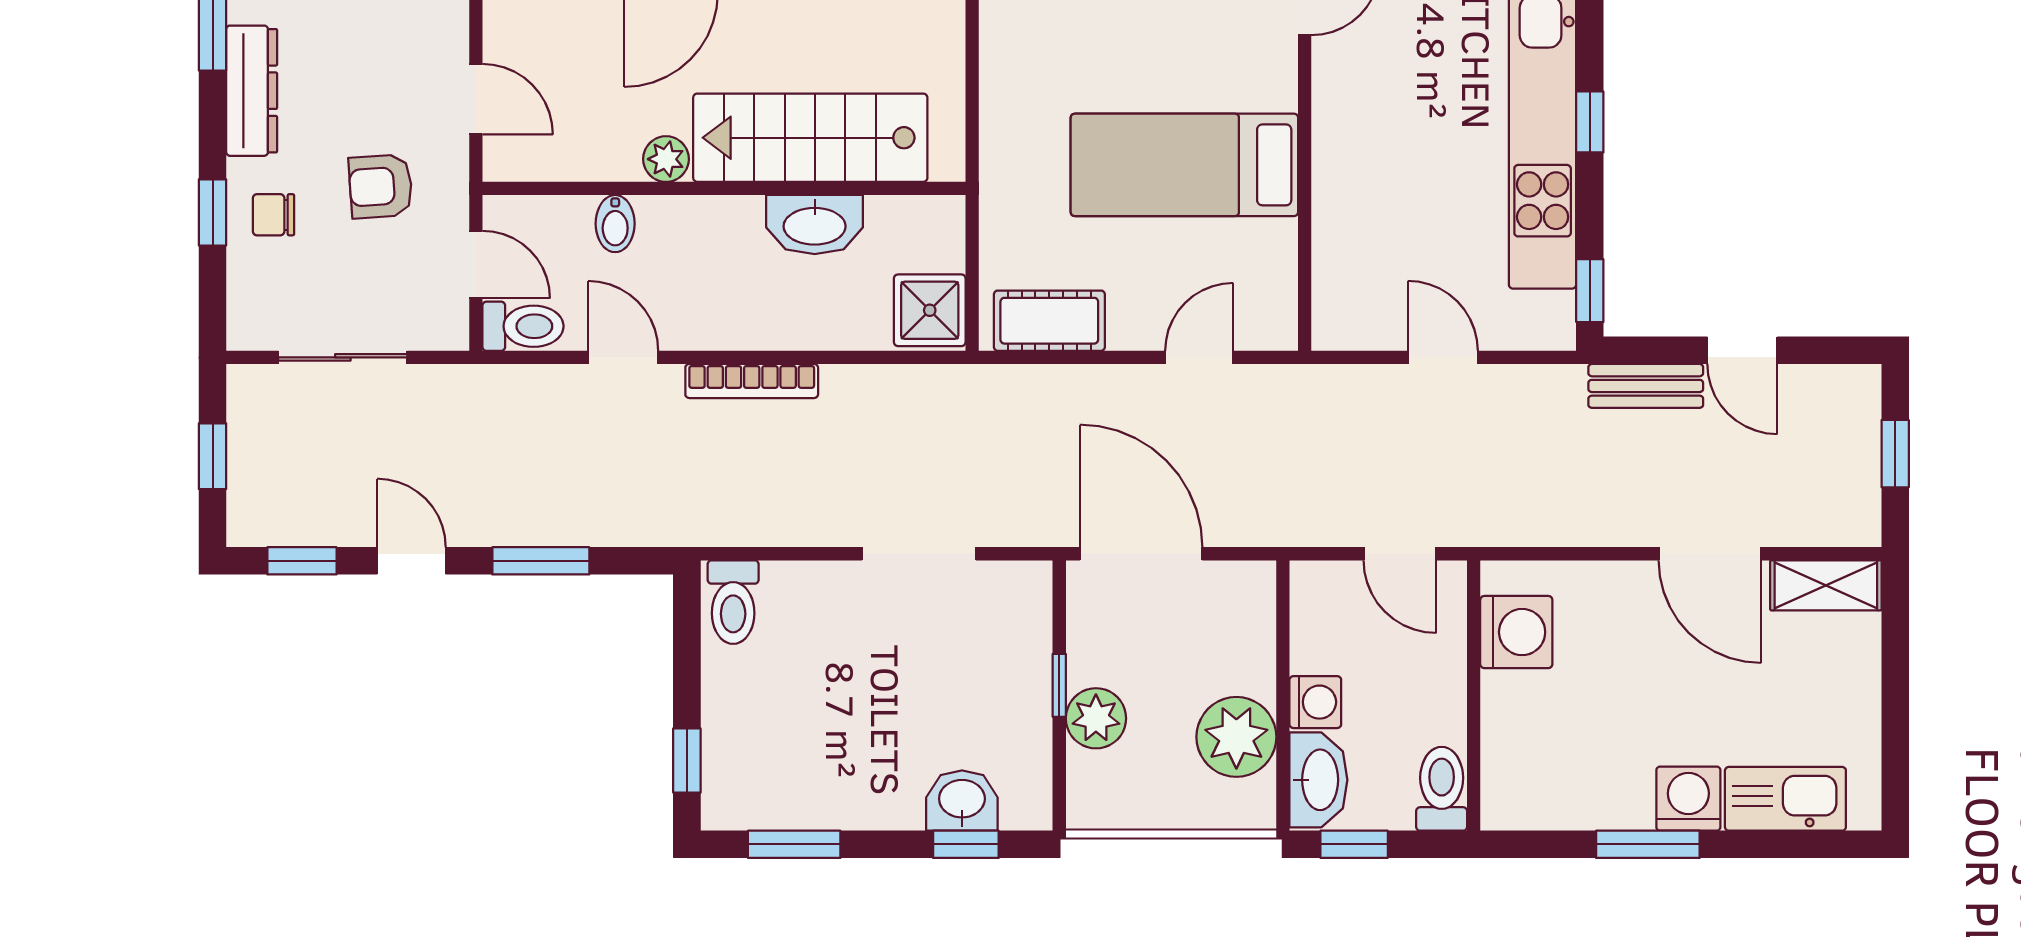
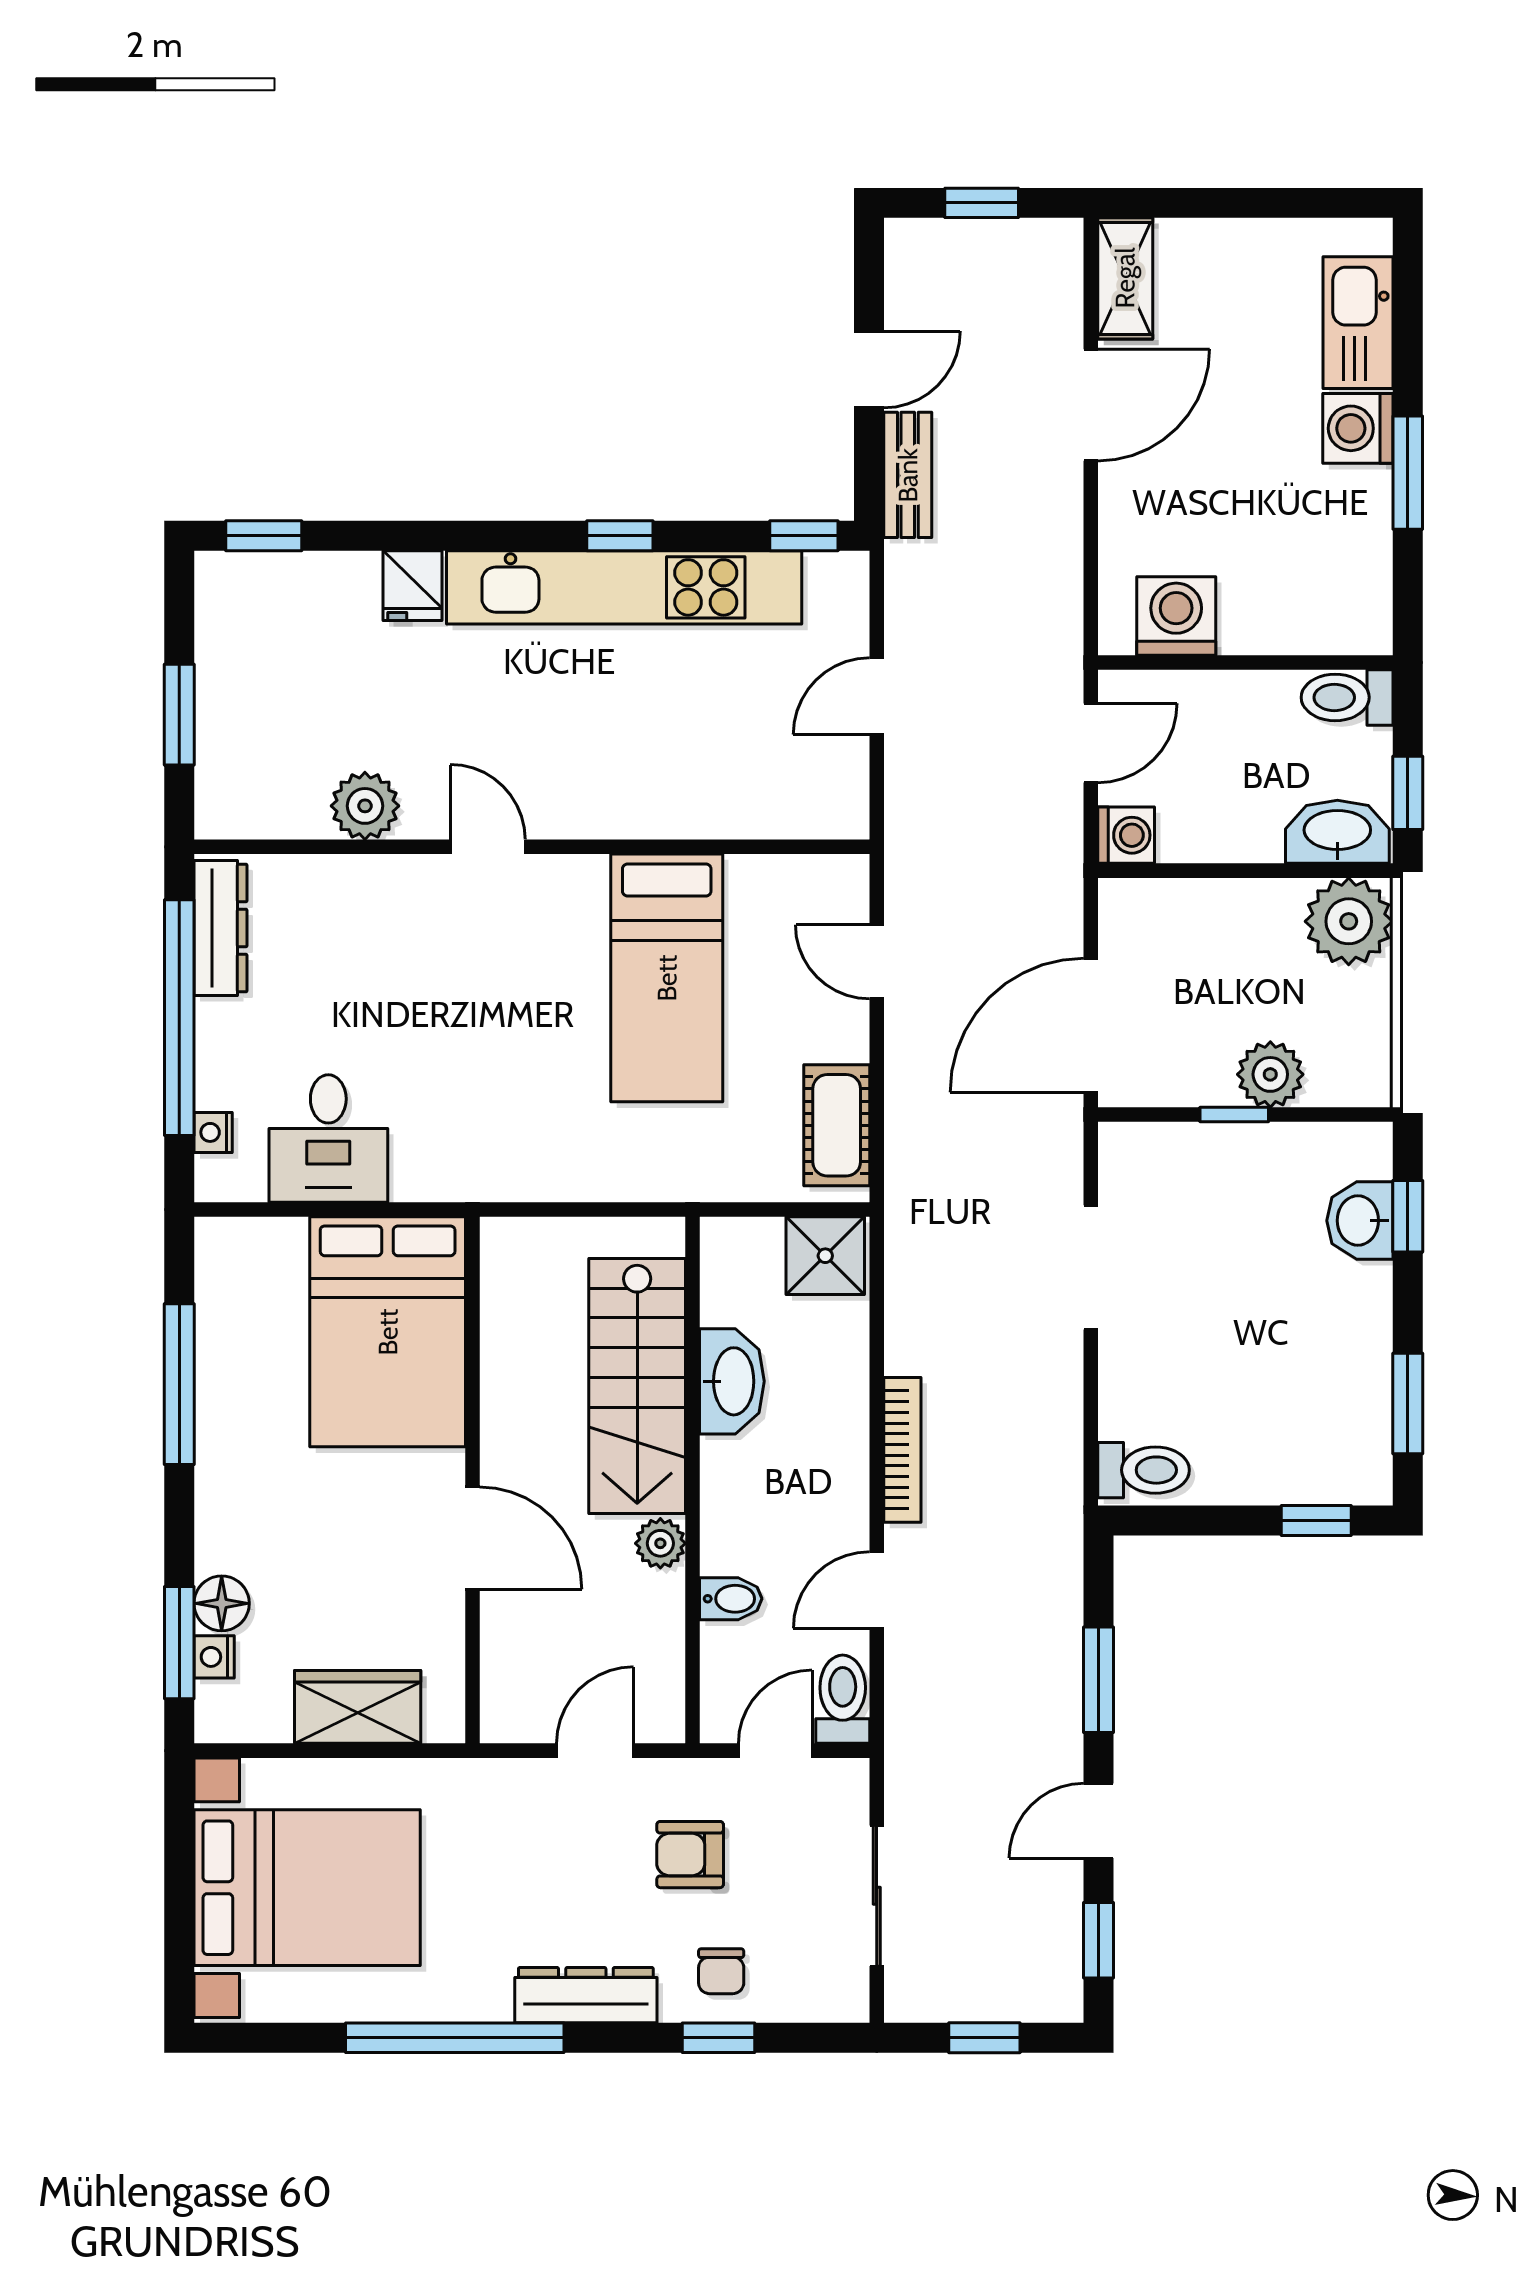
armchair: (381, 186) -> (690, 1855), turned 94
washing machine: (1315, 702) -> (1126, 835), moved, turned 90
plant: (1236, 737) -> (1349, 921), moved

